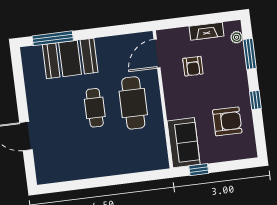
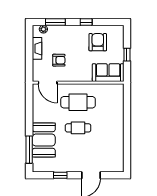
window: (20, 90) -> (60, 175), added
window: (199, 170) -> (127, 55), moved

